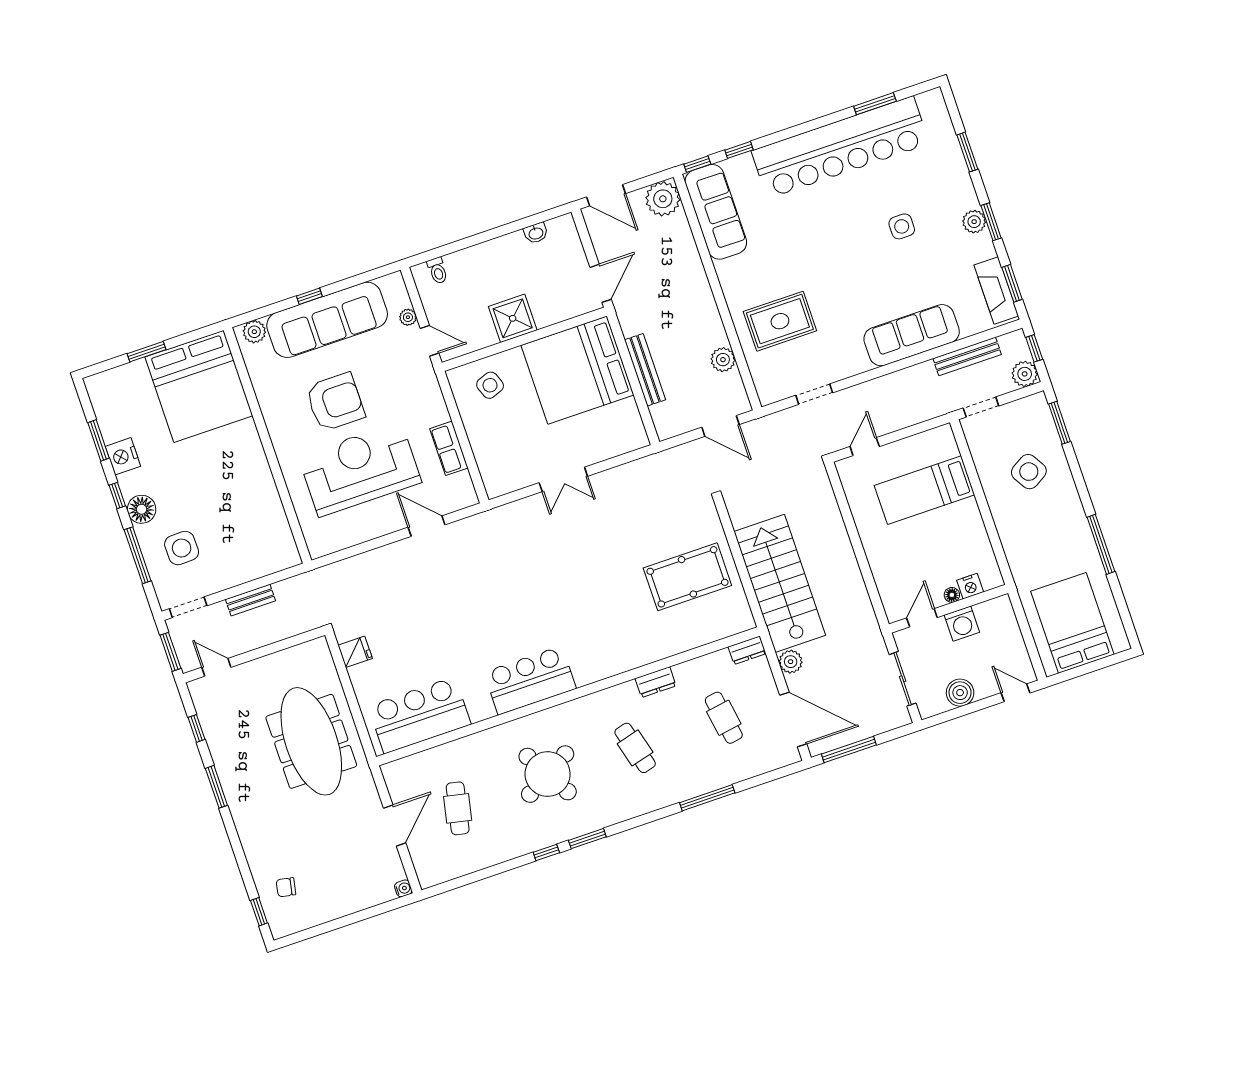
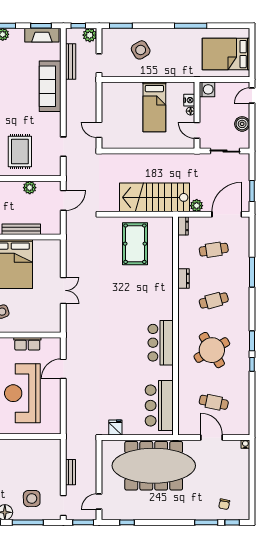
bed: (925, 490) -> (154, 107), moved
washing machine: (962, 624) -> (207, 89), moved
meeting table: (311, 741) -> (154, 466), width x1.36, depth x1.27
window: (849, 750) -> (252, 191), width x0.69
window: (216, 787) -> (206, 522), moved

